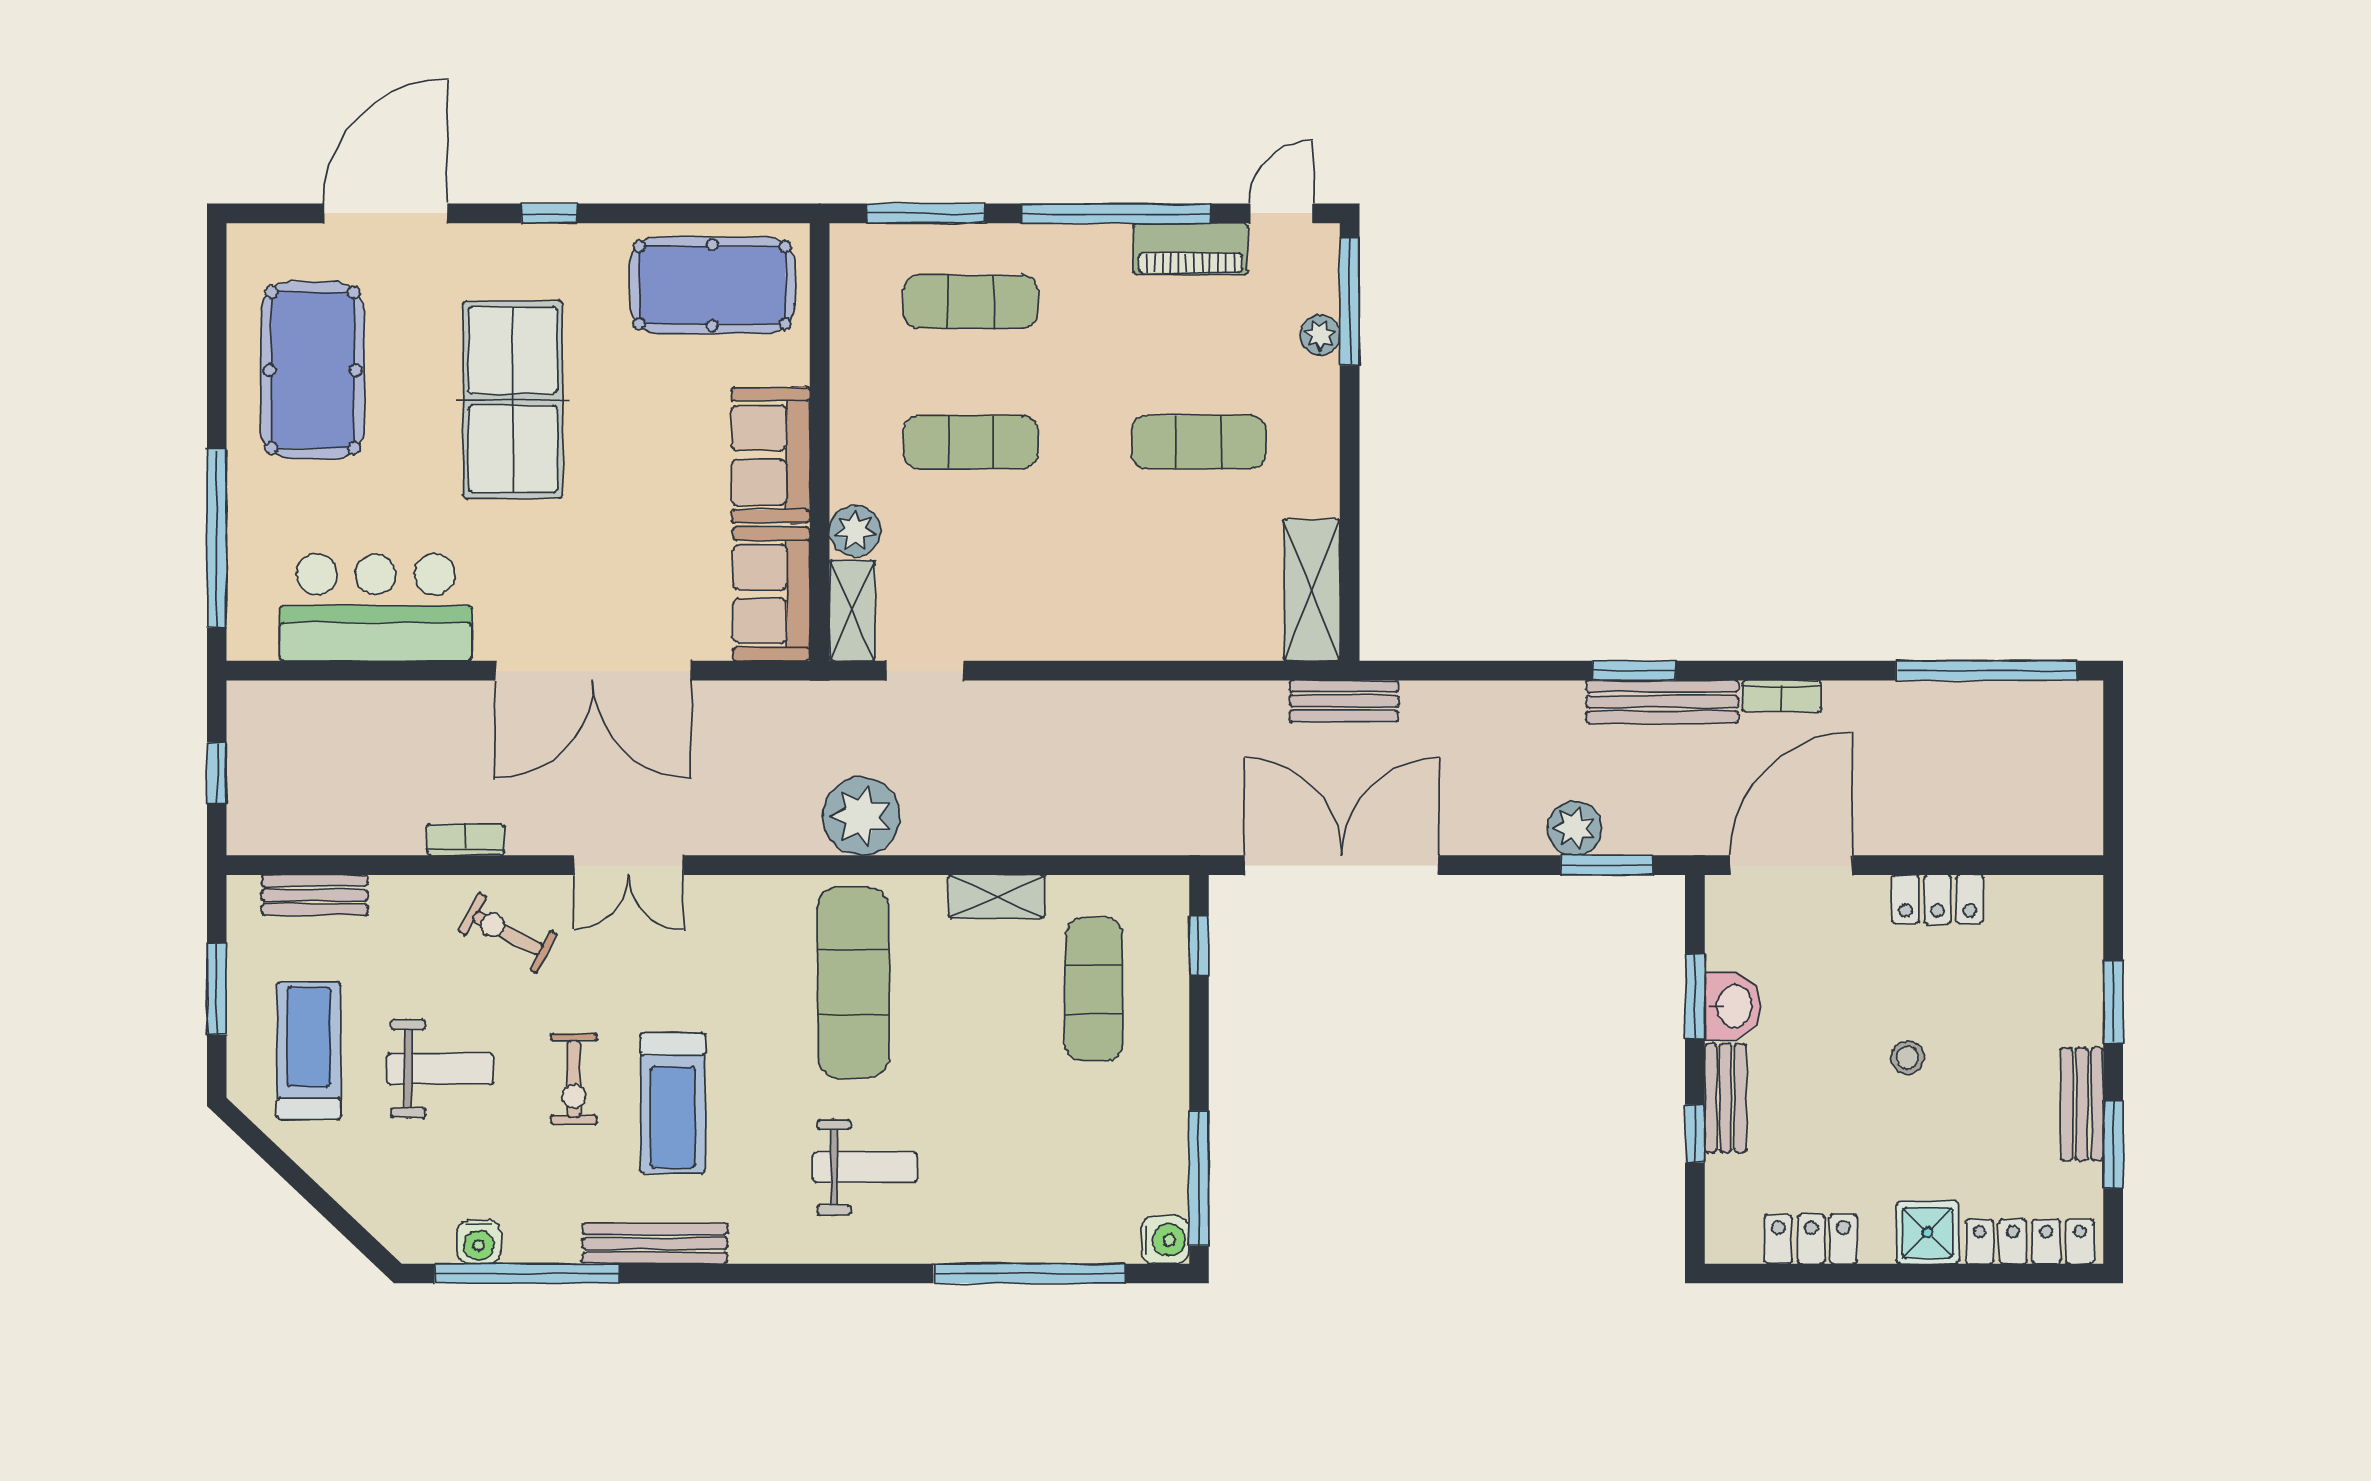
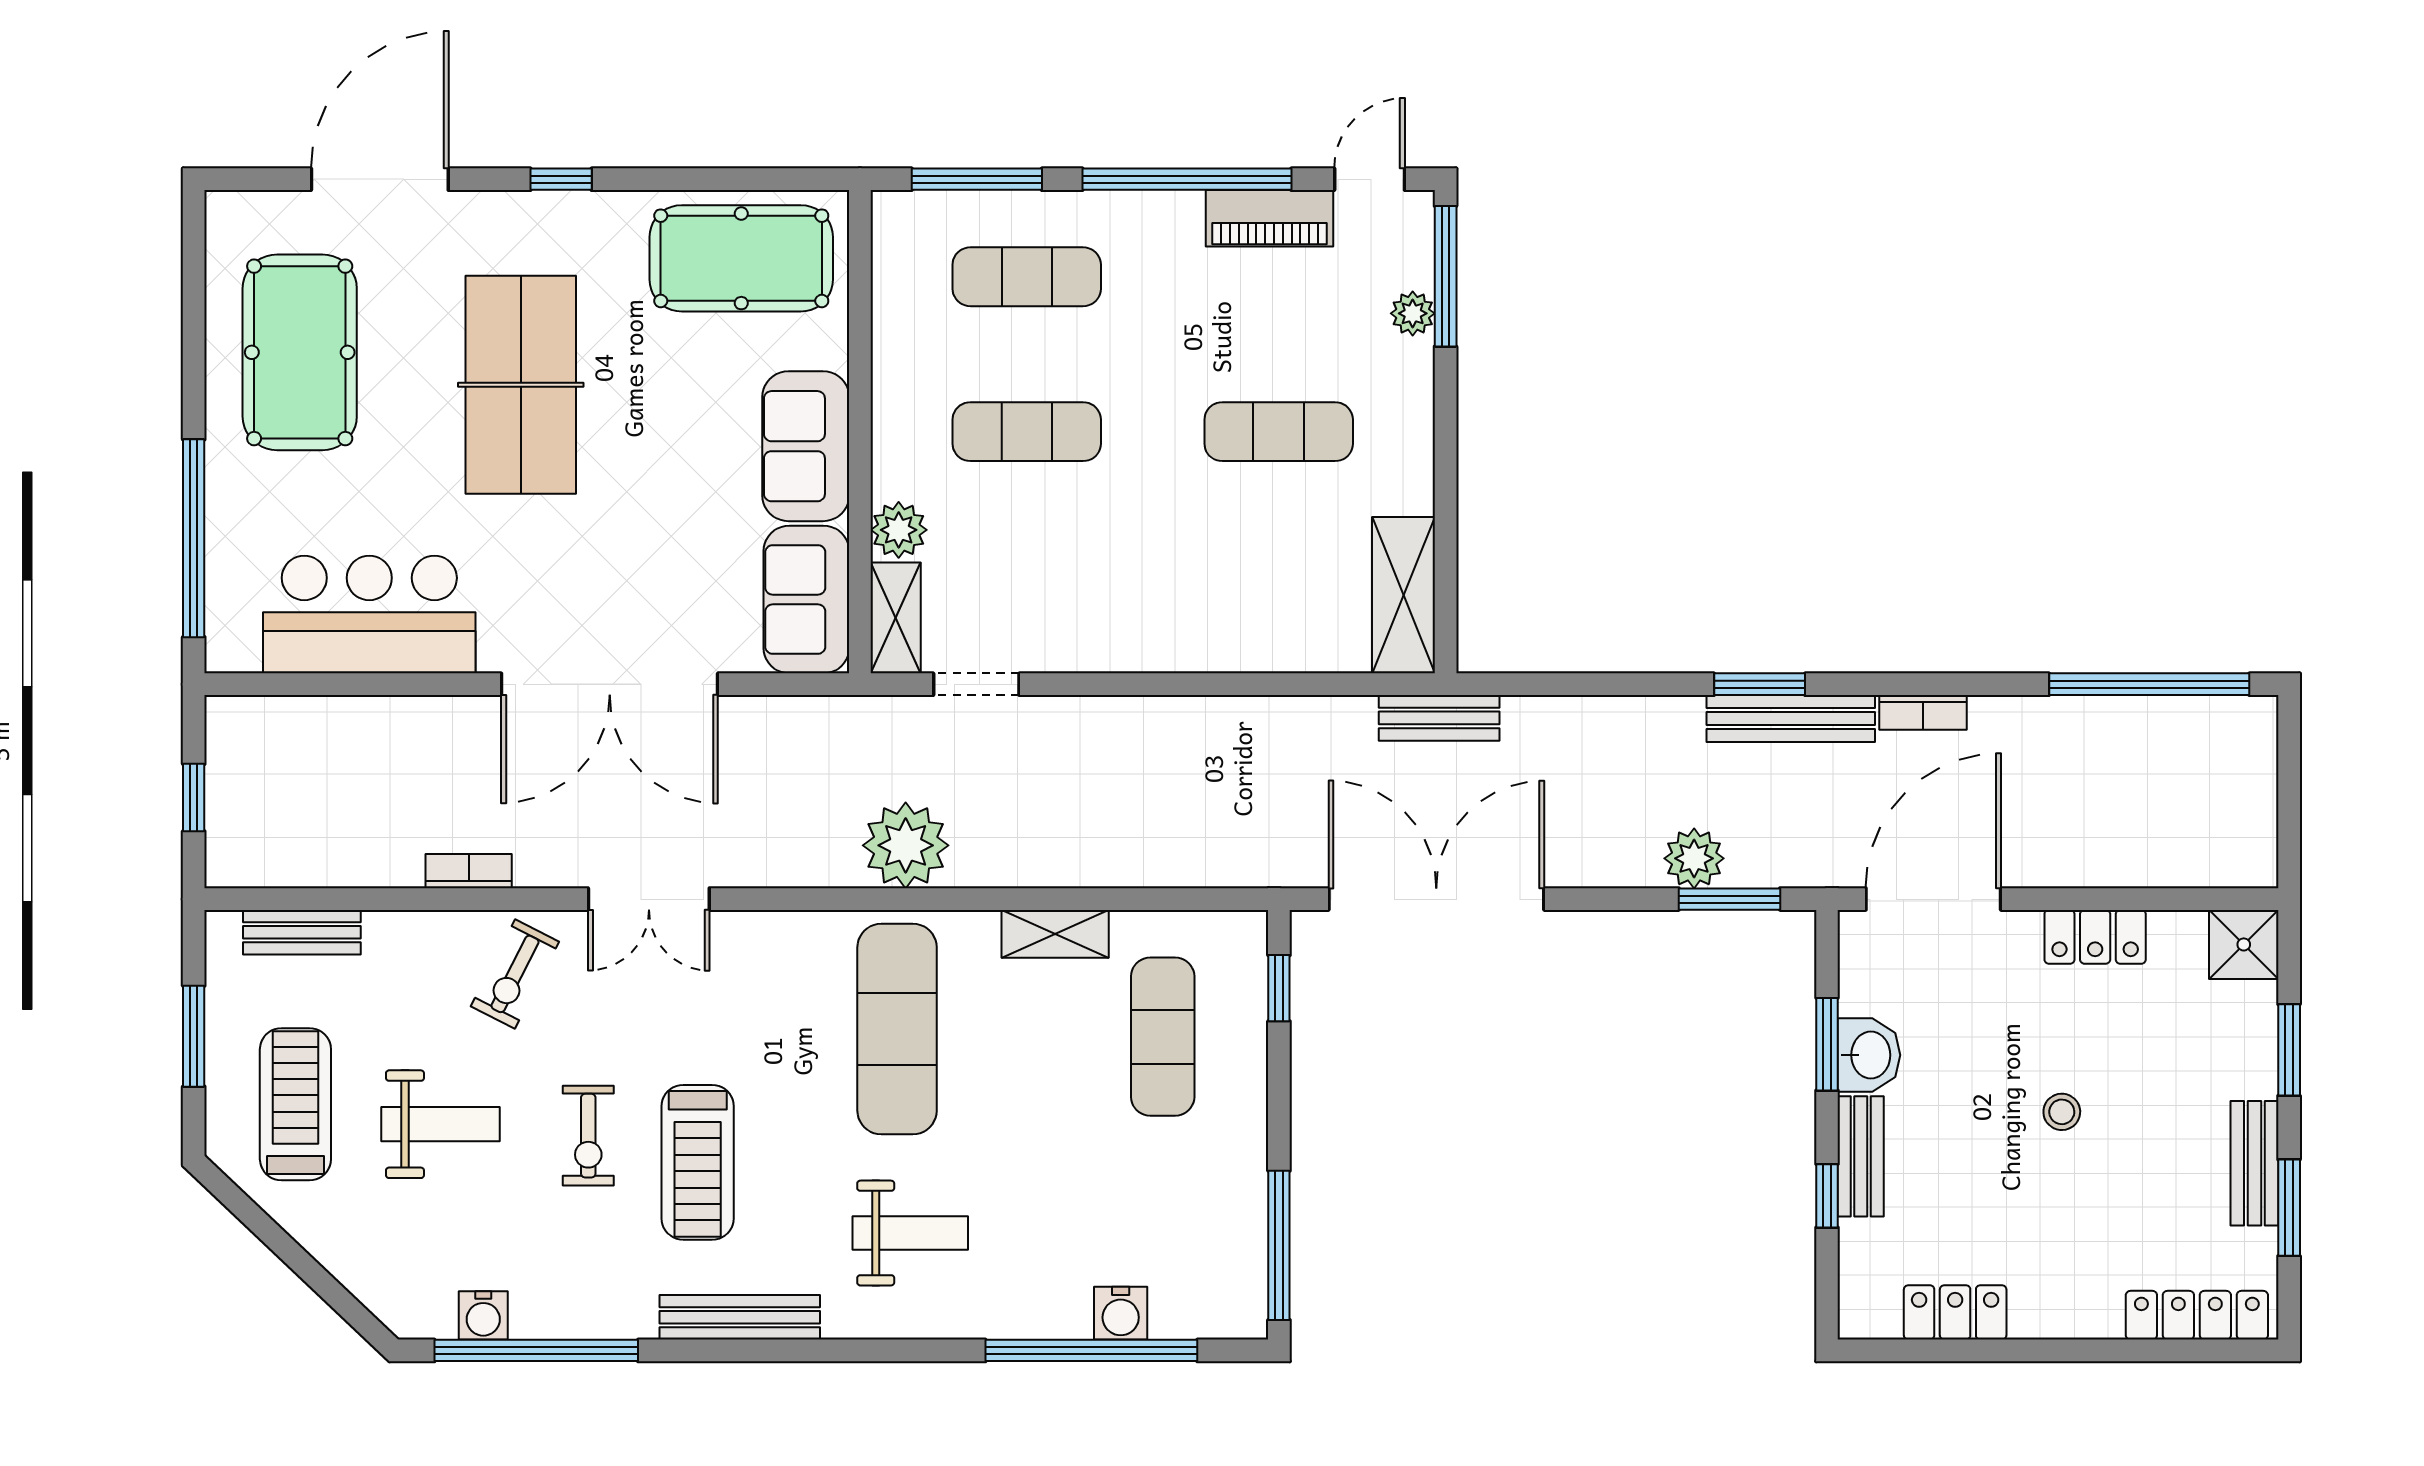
exercise bike: (508, 933) -> (515, 974), turned -91
shower: (1928, 1232) -> (2244, 944), moved
water cooler: (1165, 1240) -> (1121, 1313), moved, turned 90
bench: (655, 1243) -> (740, 1317), moved

